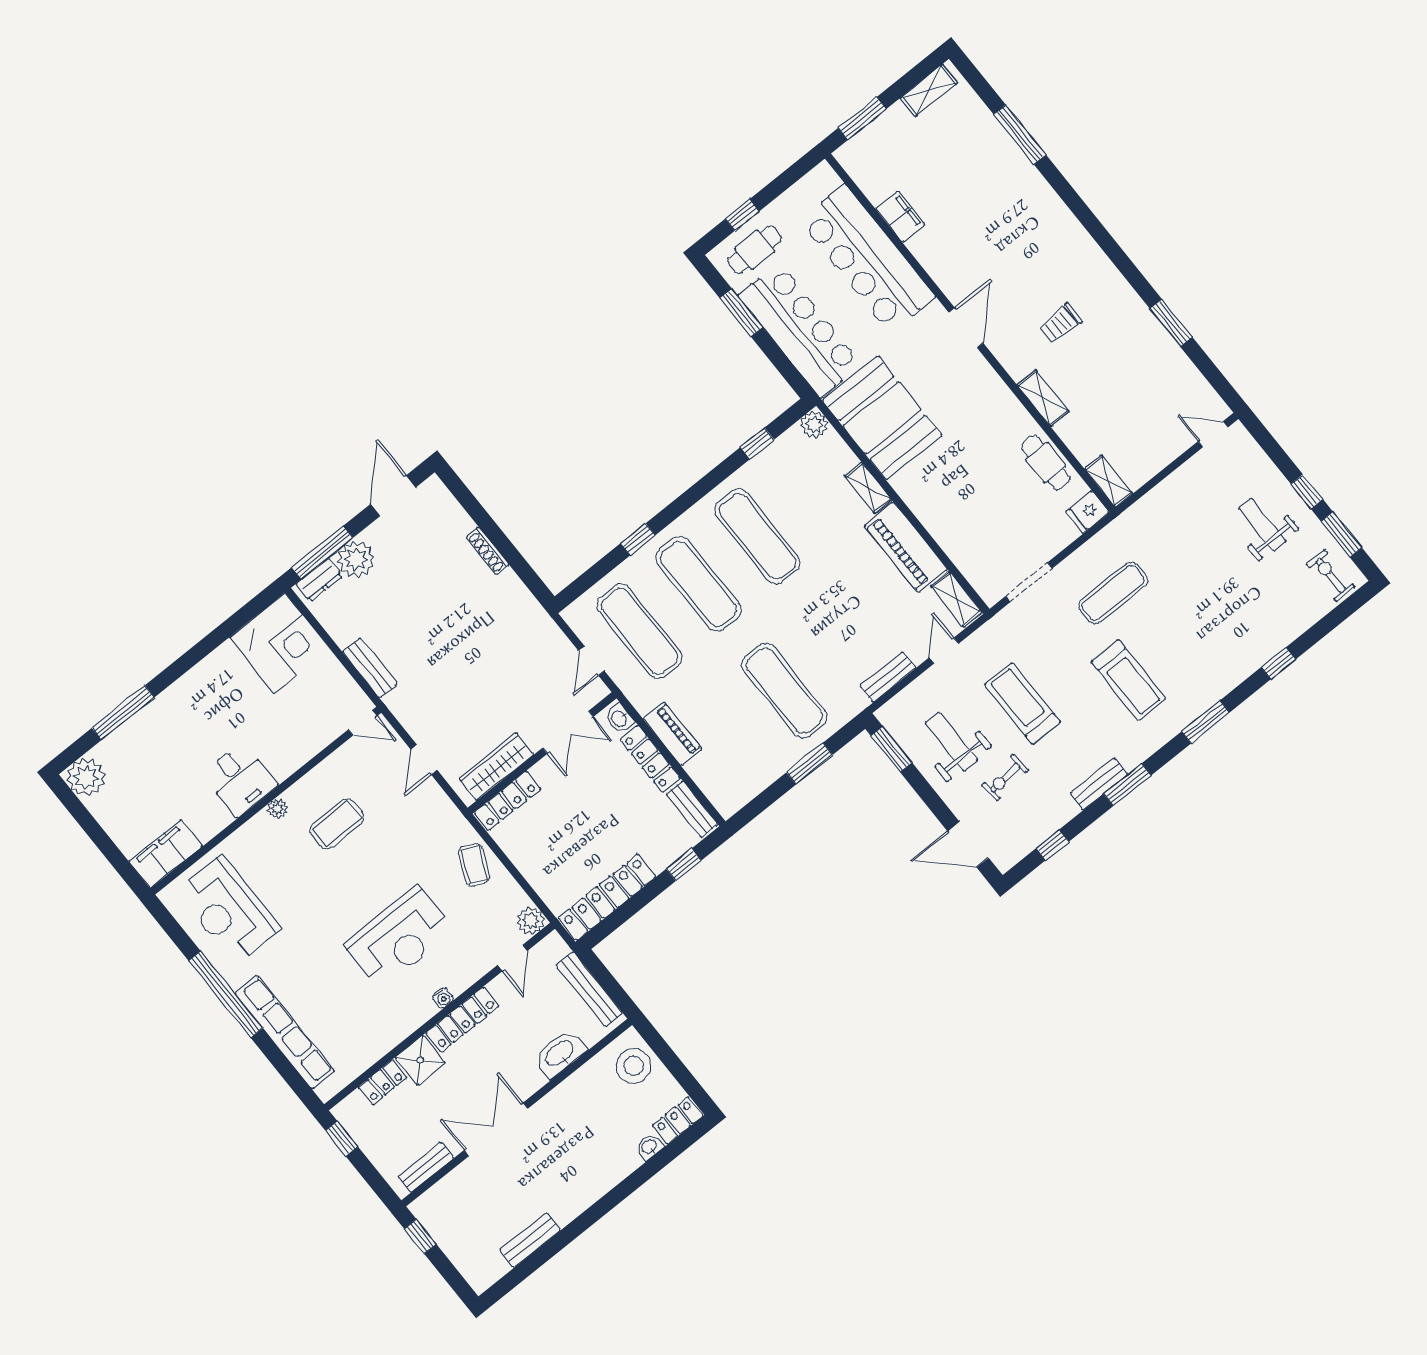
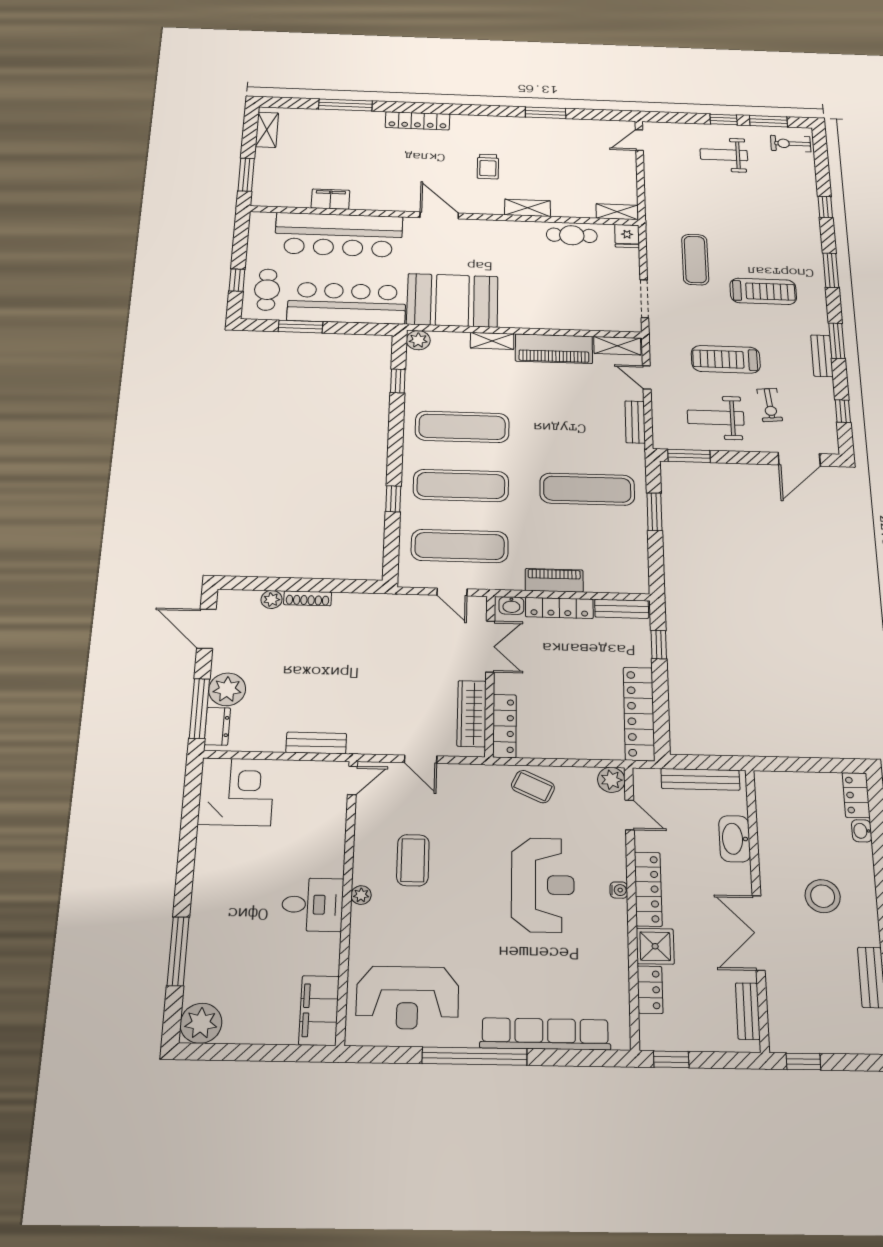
locker: (1059, 215) -> (418, 121), added
plant: (462, 523) -> (272, 599), added
stool: (634, 1066) -> (823, 896), moved

